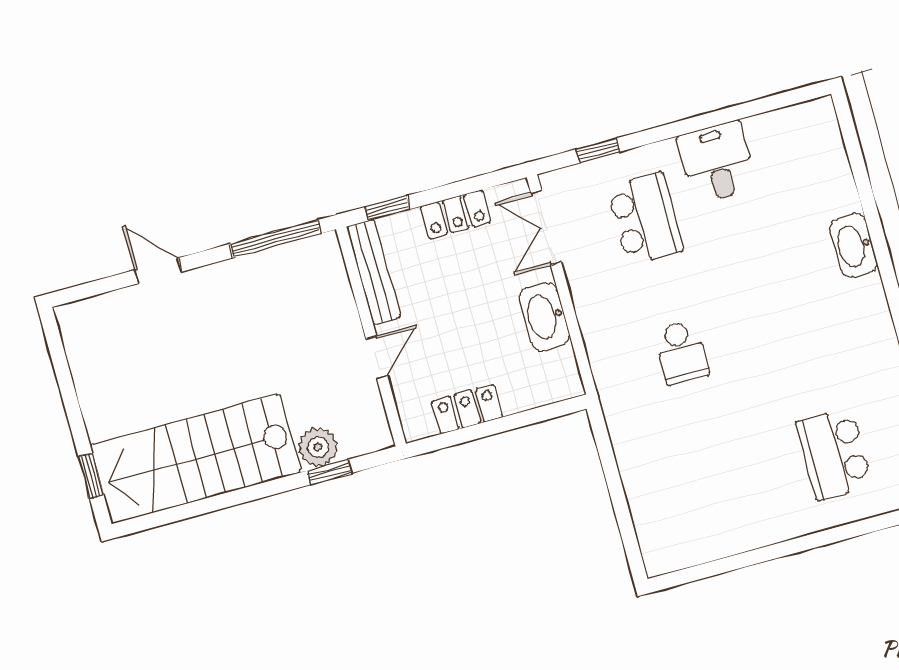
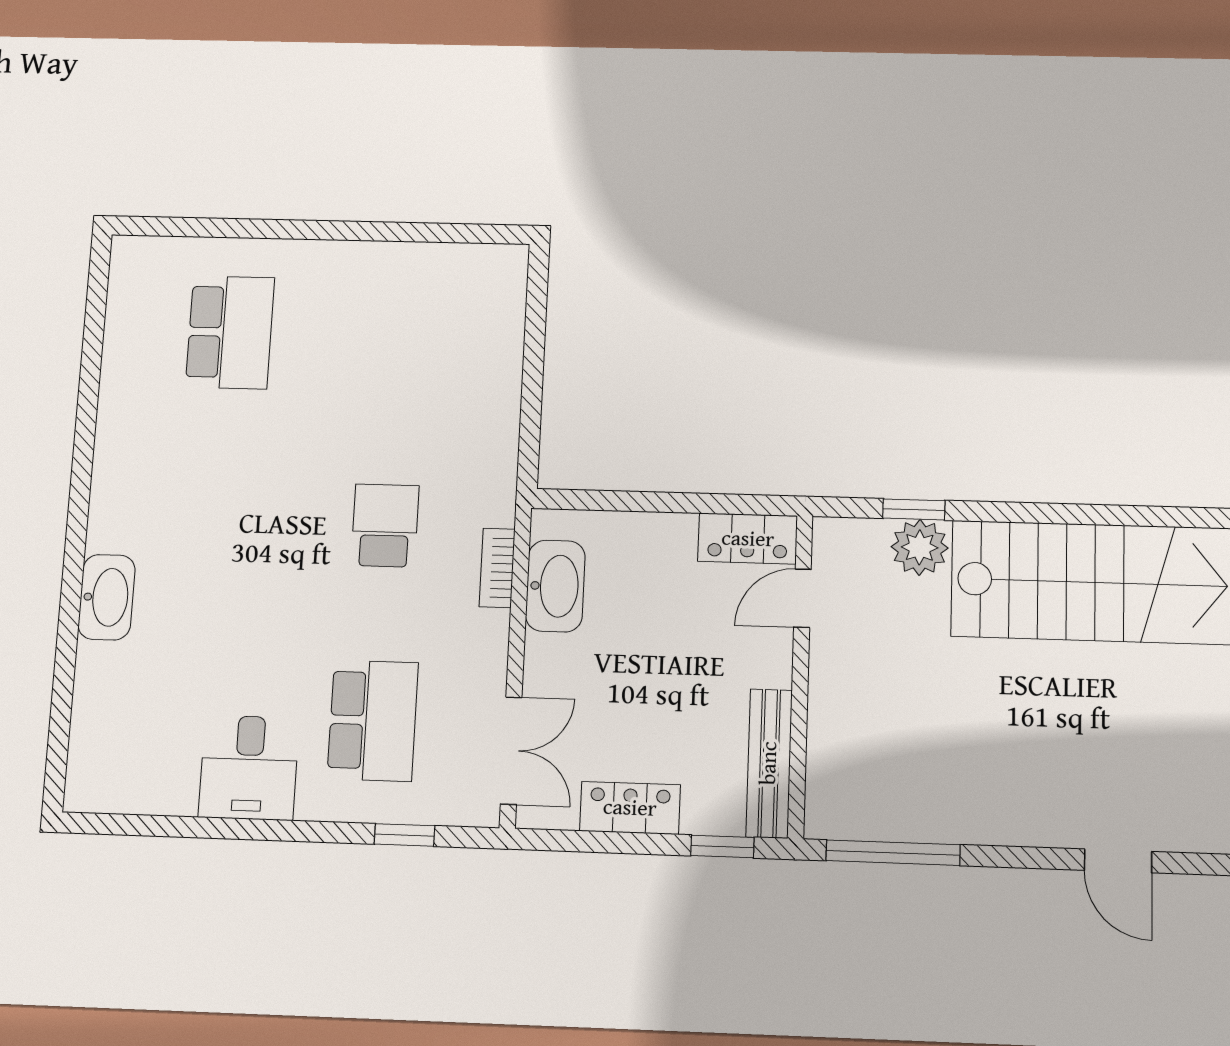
school desk: (645, 219) -> (373, 721), turned 180
door: (158, 271) -> (1118, 861), moved
washbasin: (544, 316) -> (555, 586), moved
bookcase: (596, 347) -> (497, 568), added
door: (377, 357) -> (802, 598), moved
locker: (467, 409) -> (748, 539), moved

